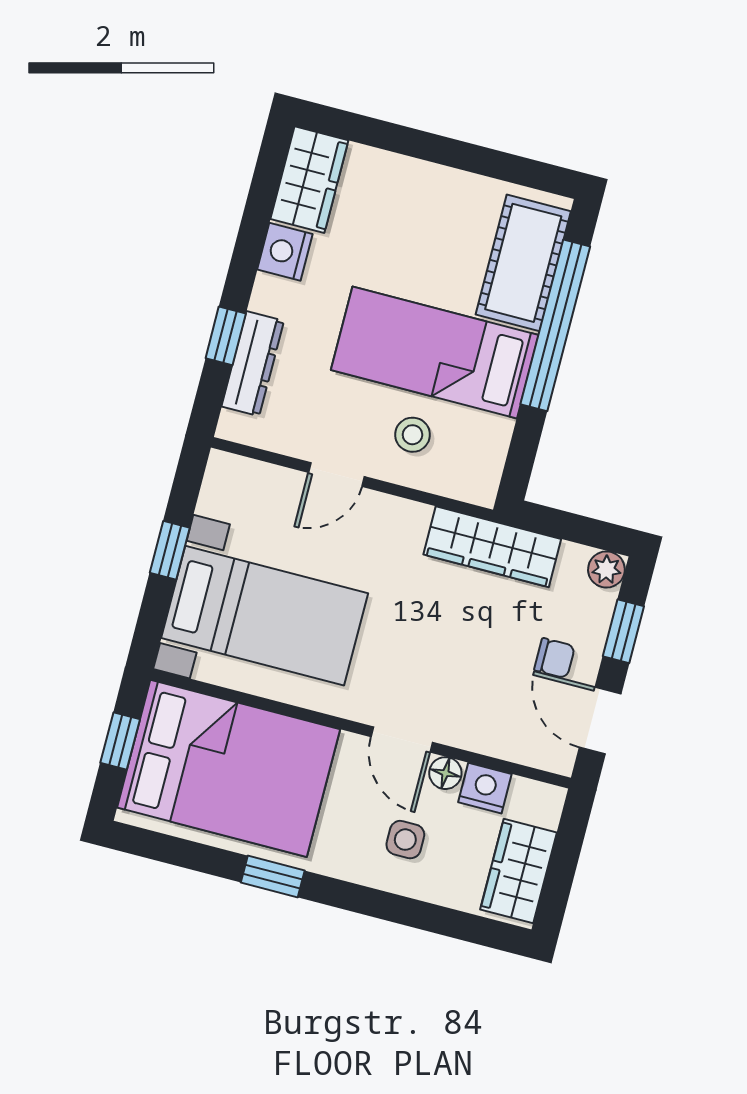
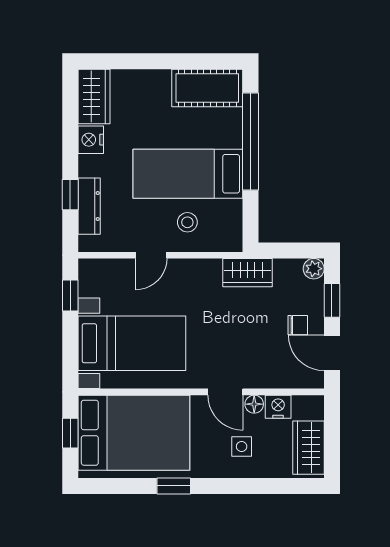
cot: (523, 263) -> (207, 88), moved, turned 90
wardrobe: (492, 547) -> (247, 273), width x0.67
window: (170, 550) -> (70, 296), moved

